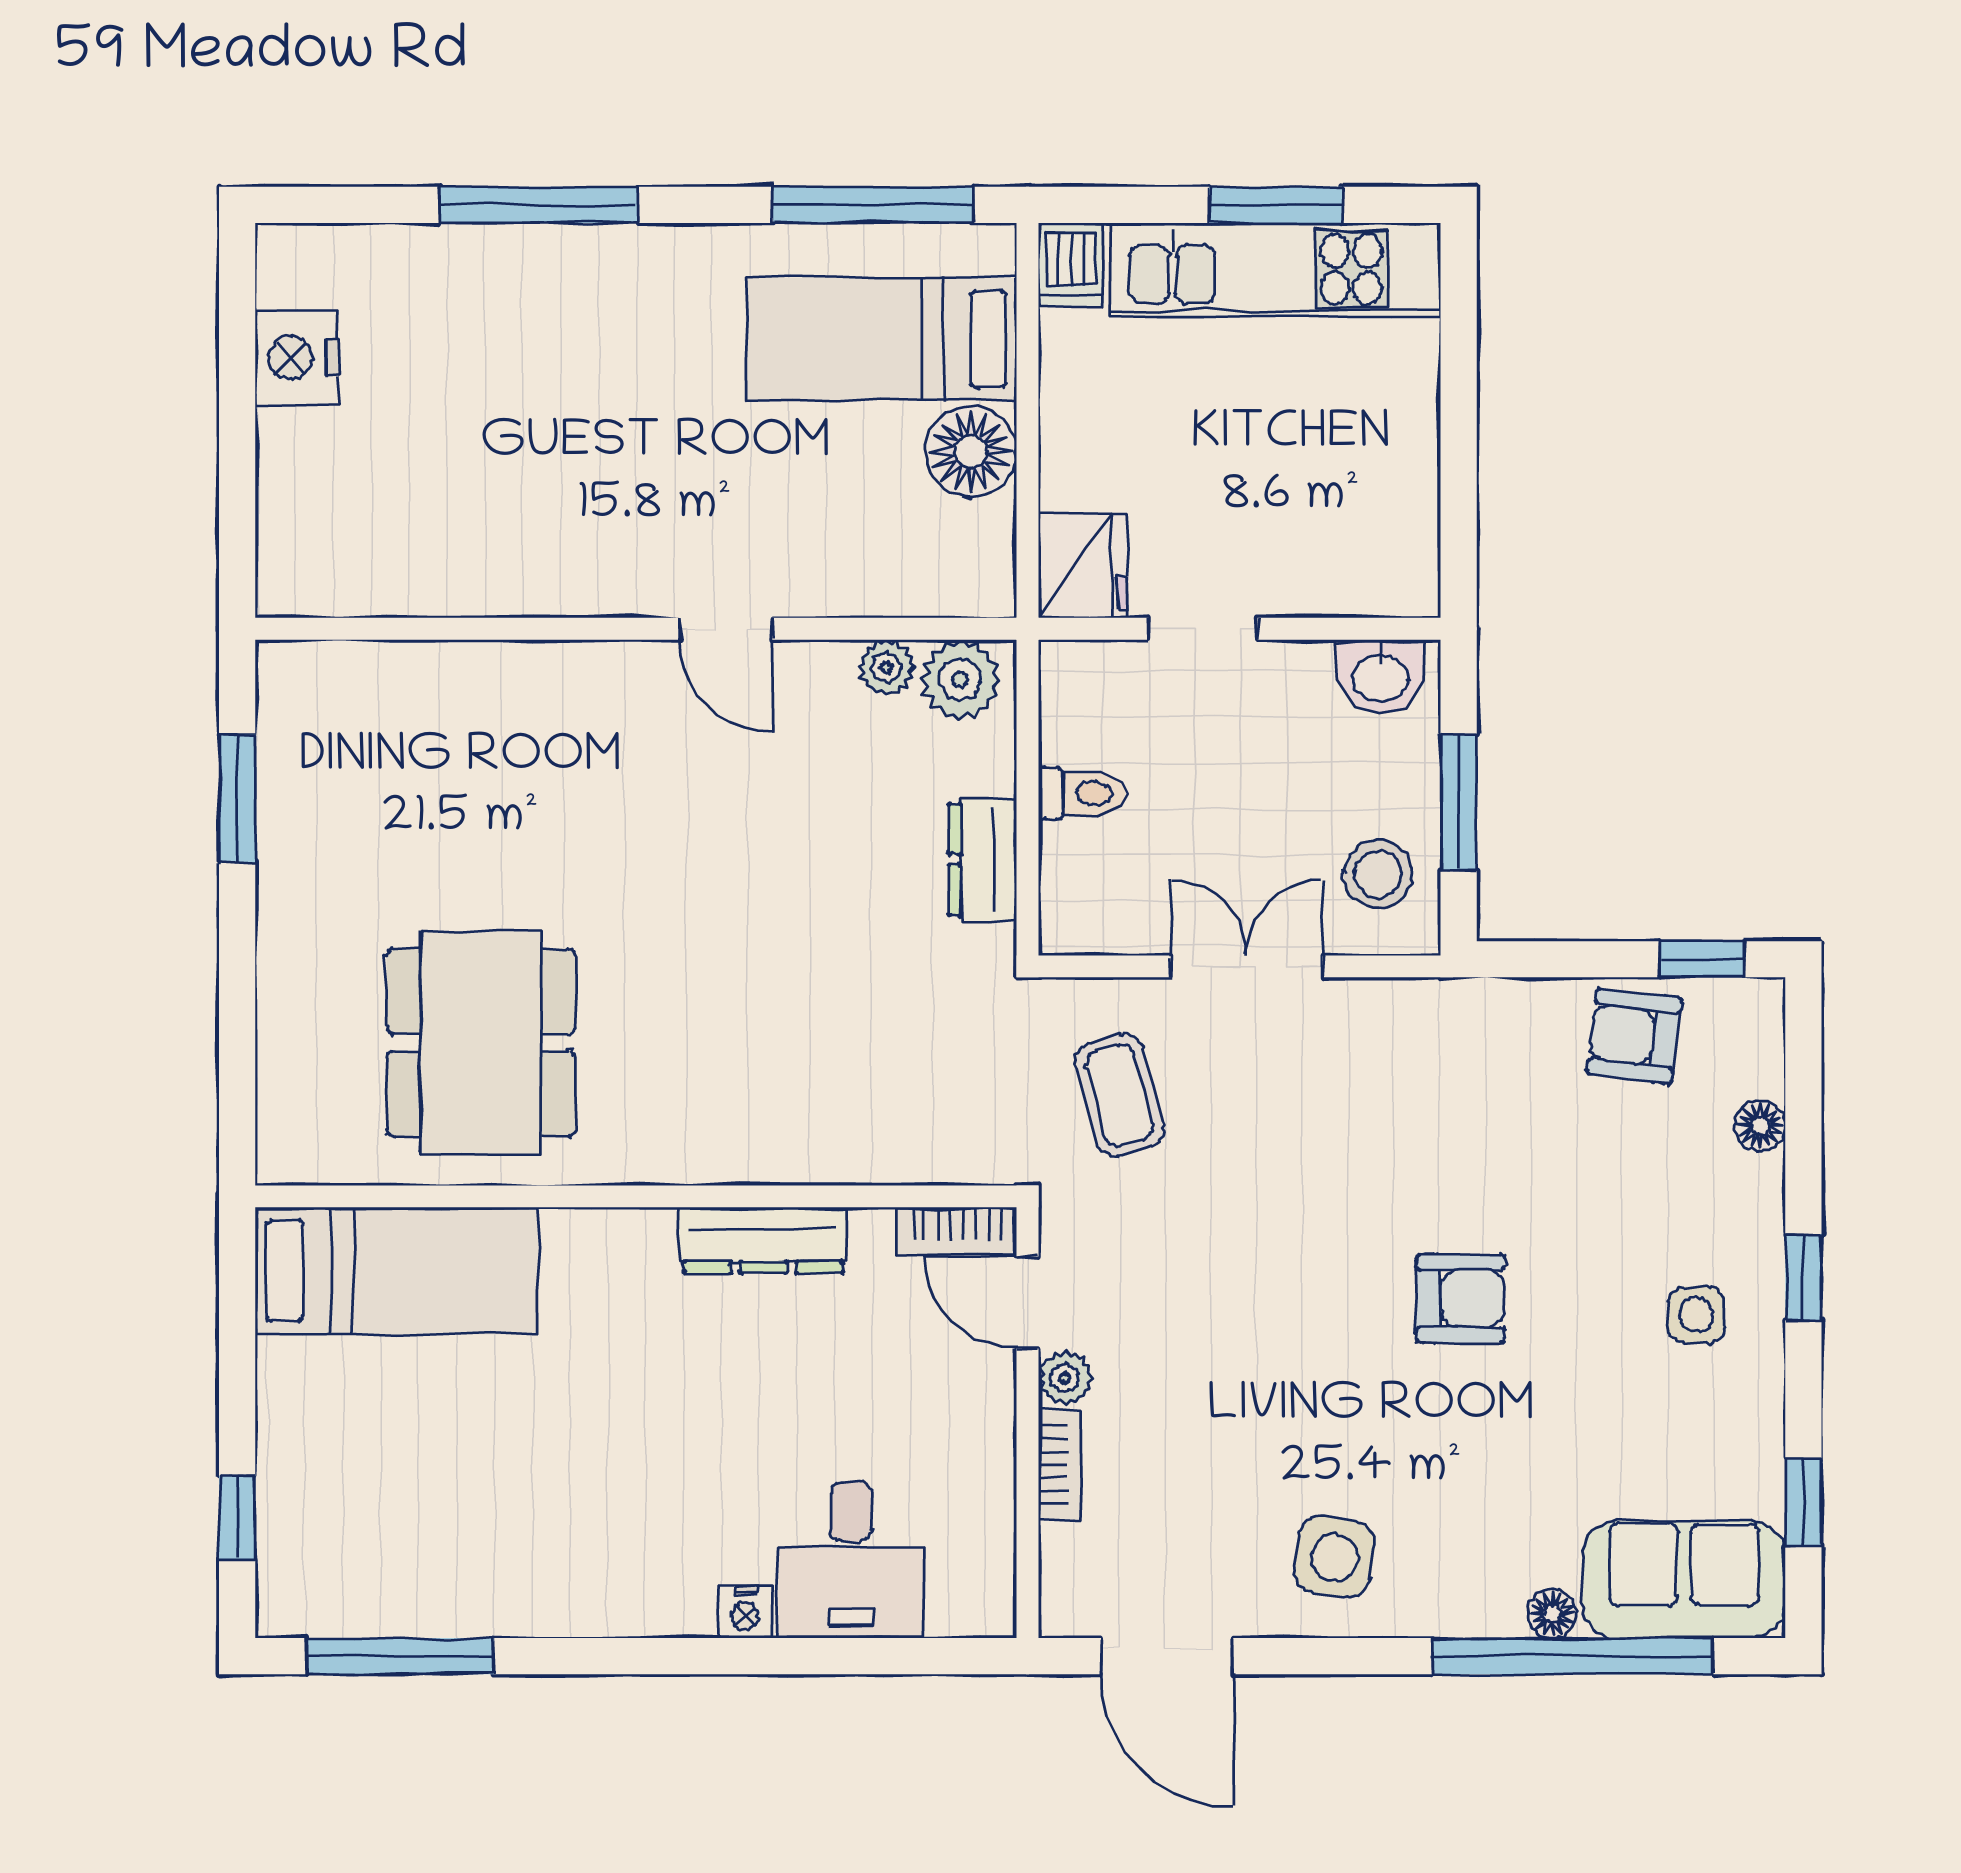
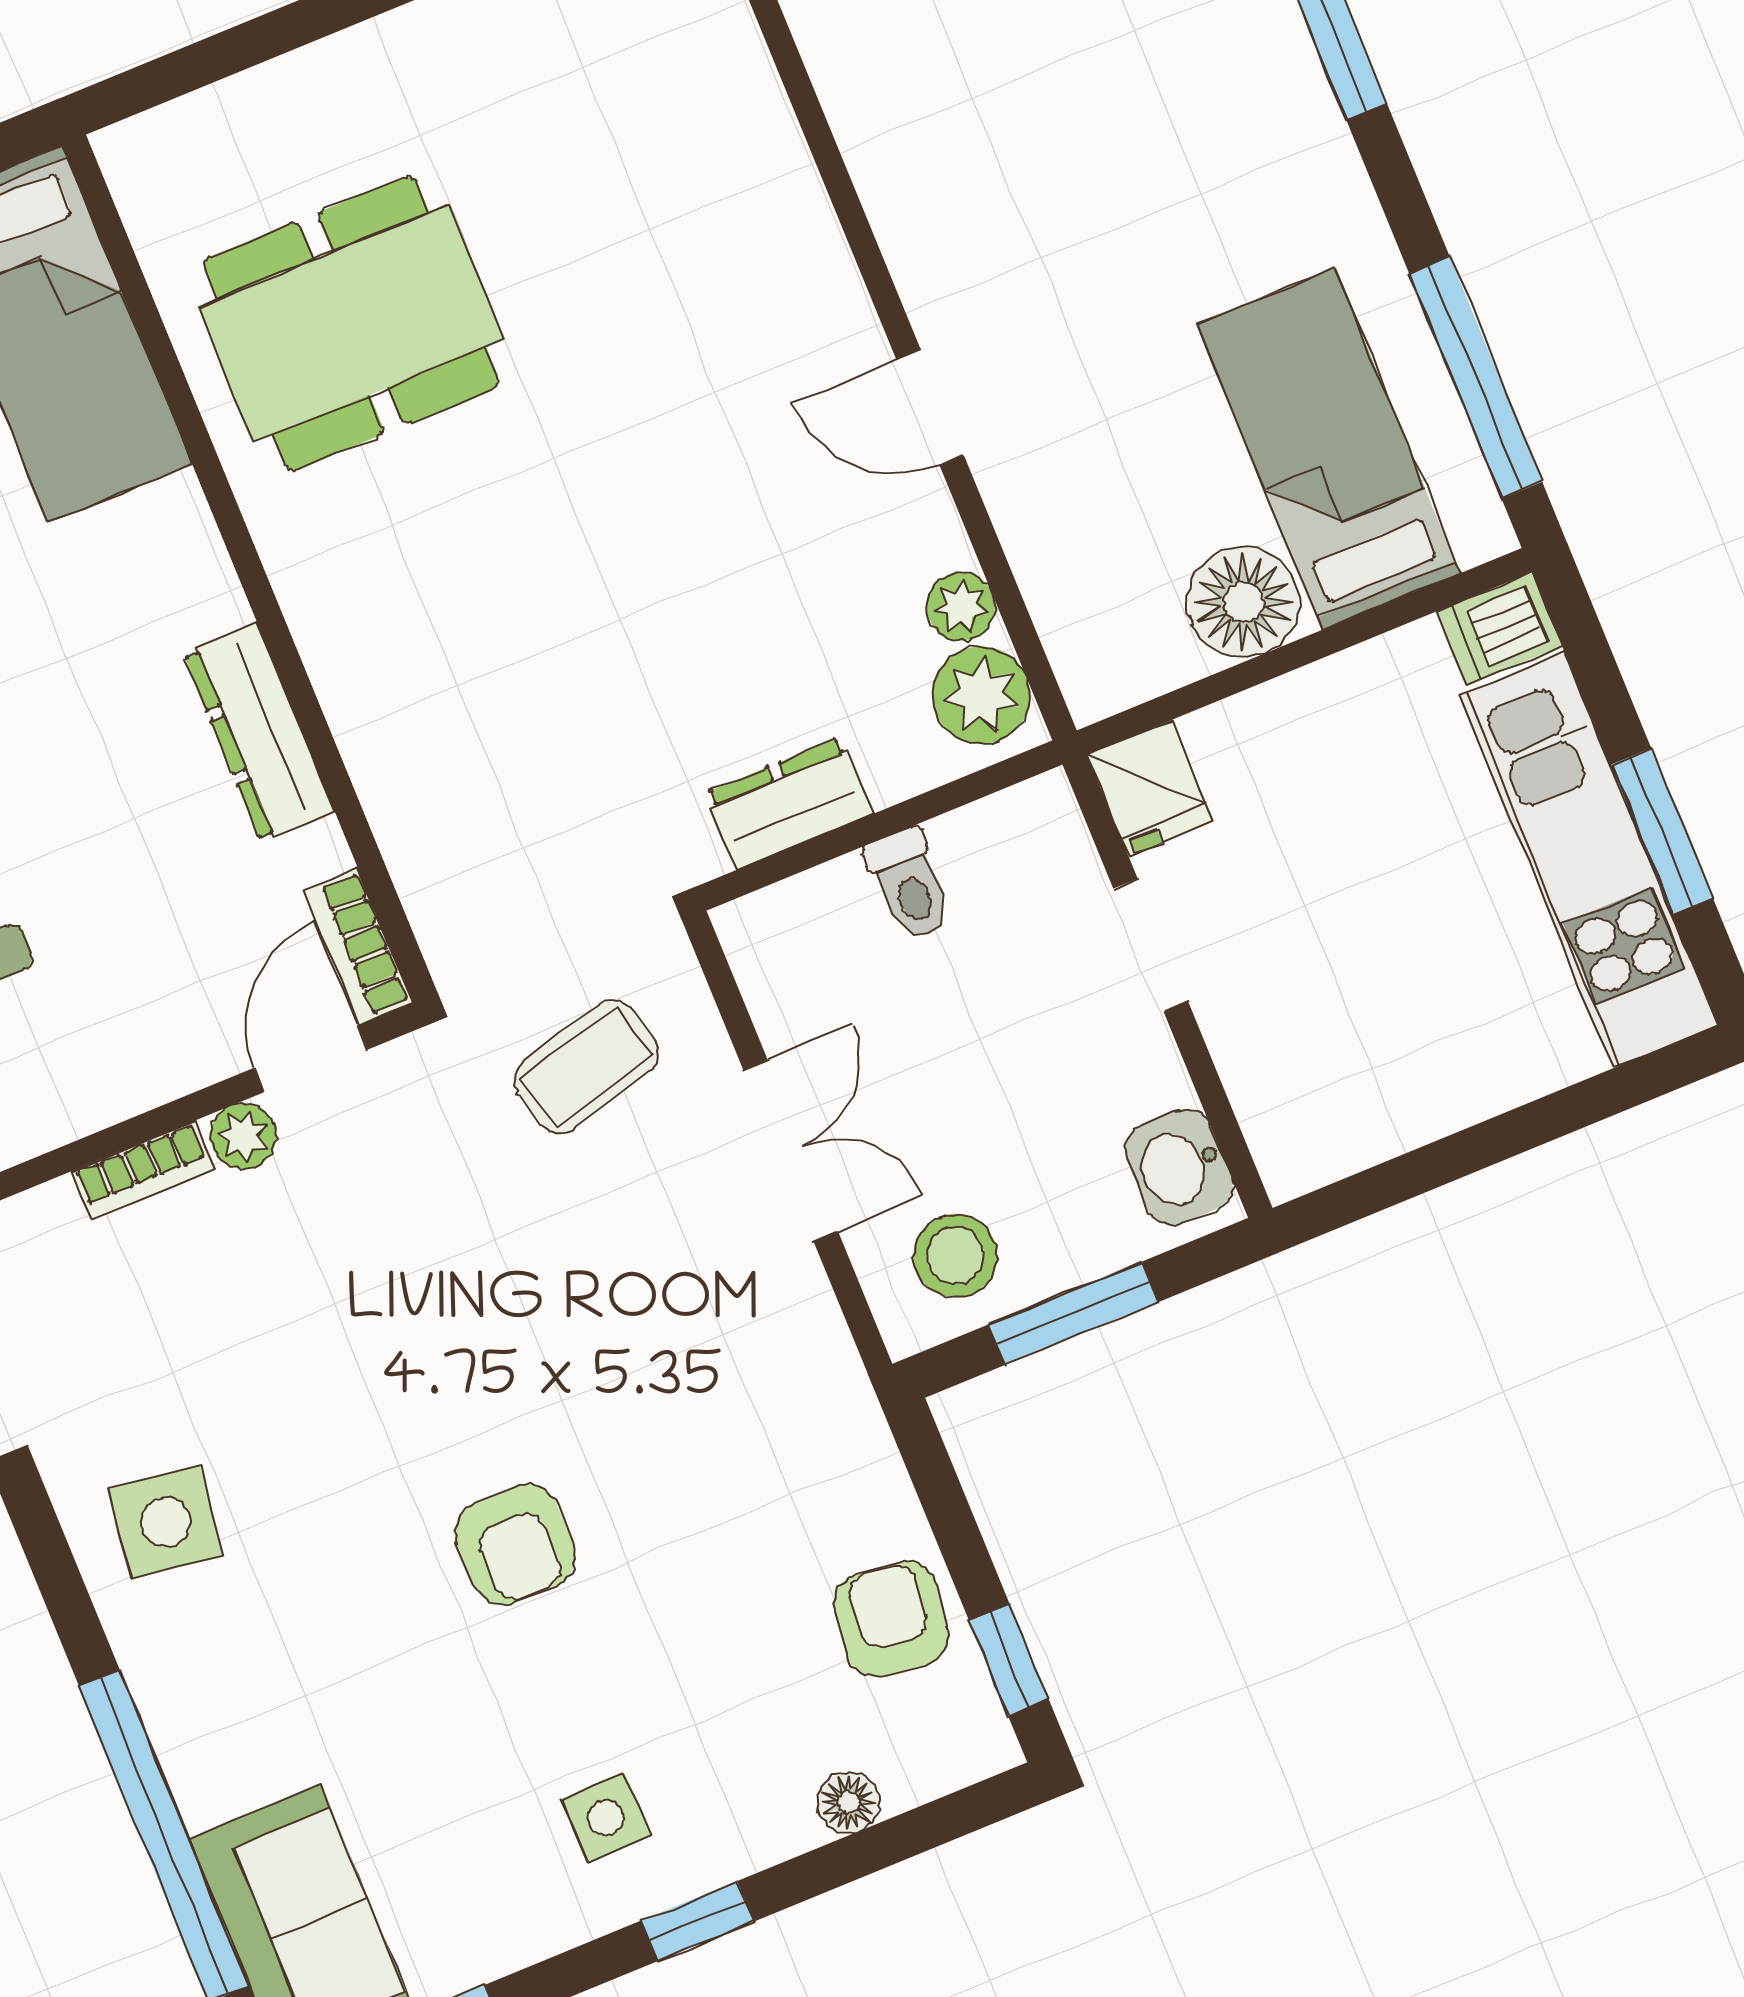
fridge: (1083, 566) -> (1150, 788), width x0.72
door: (726, 629) -> (930, 408), hinge flipped
floor lamp: (1552, 1614) -> (203, 1794), removed

